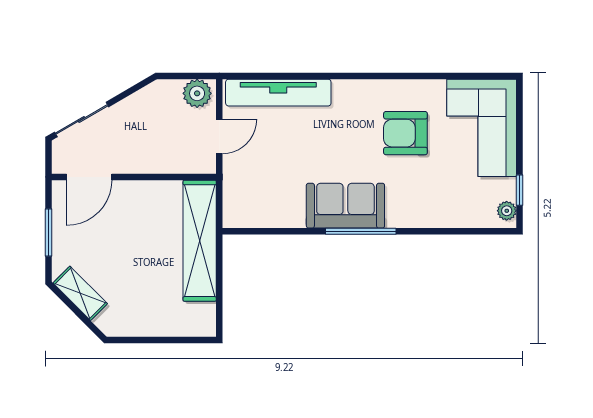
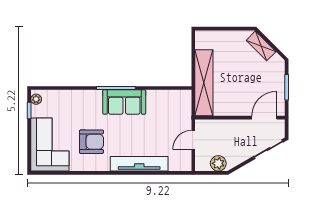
plant: (197, 93) -> (218, 163), moved
tv unit: (278, 93) -> (139, 164), moved
shelving: (80, 293) -> (261, 46), moved

